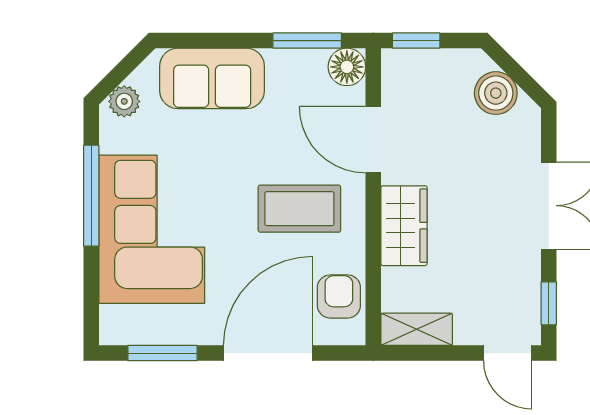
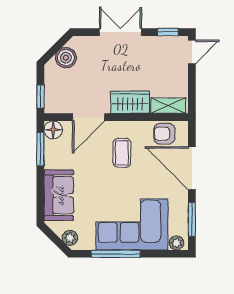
coffee table: (299, 209) -> (122, 153), width x0.73, depth x0.77
plant: (114, 321) -> (176, 243), added
shelving: (417, 329) -> (168, 106), moved, turned 90

